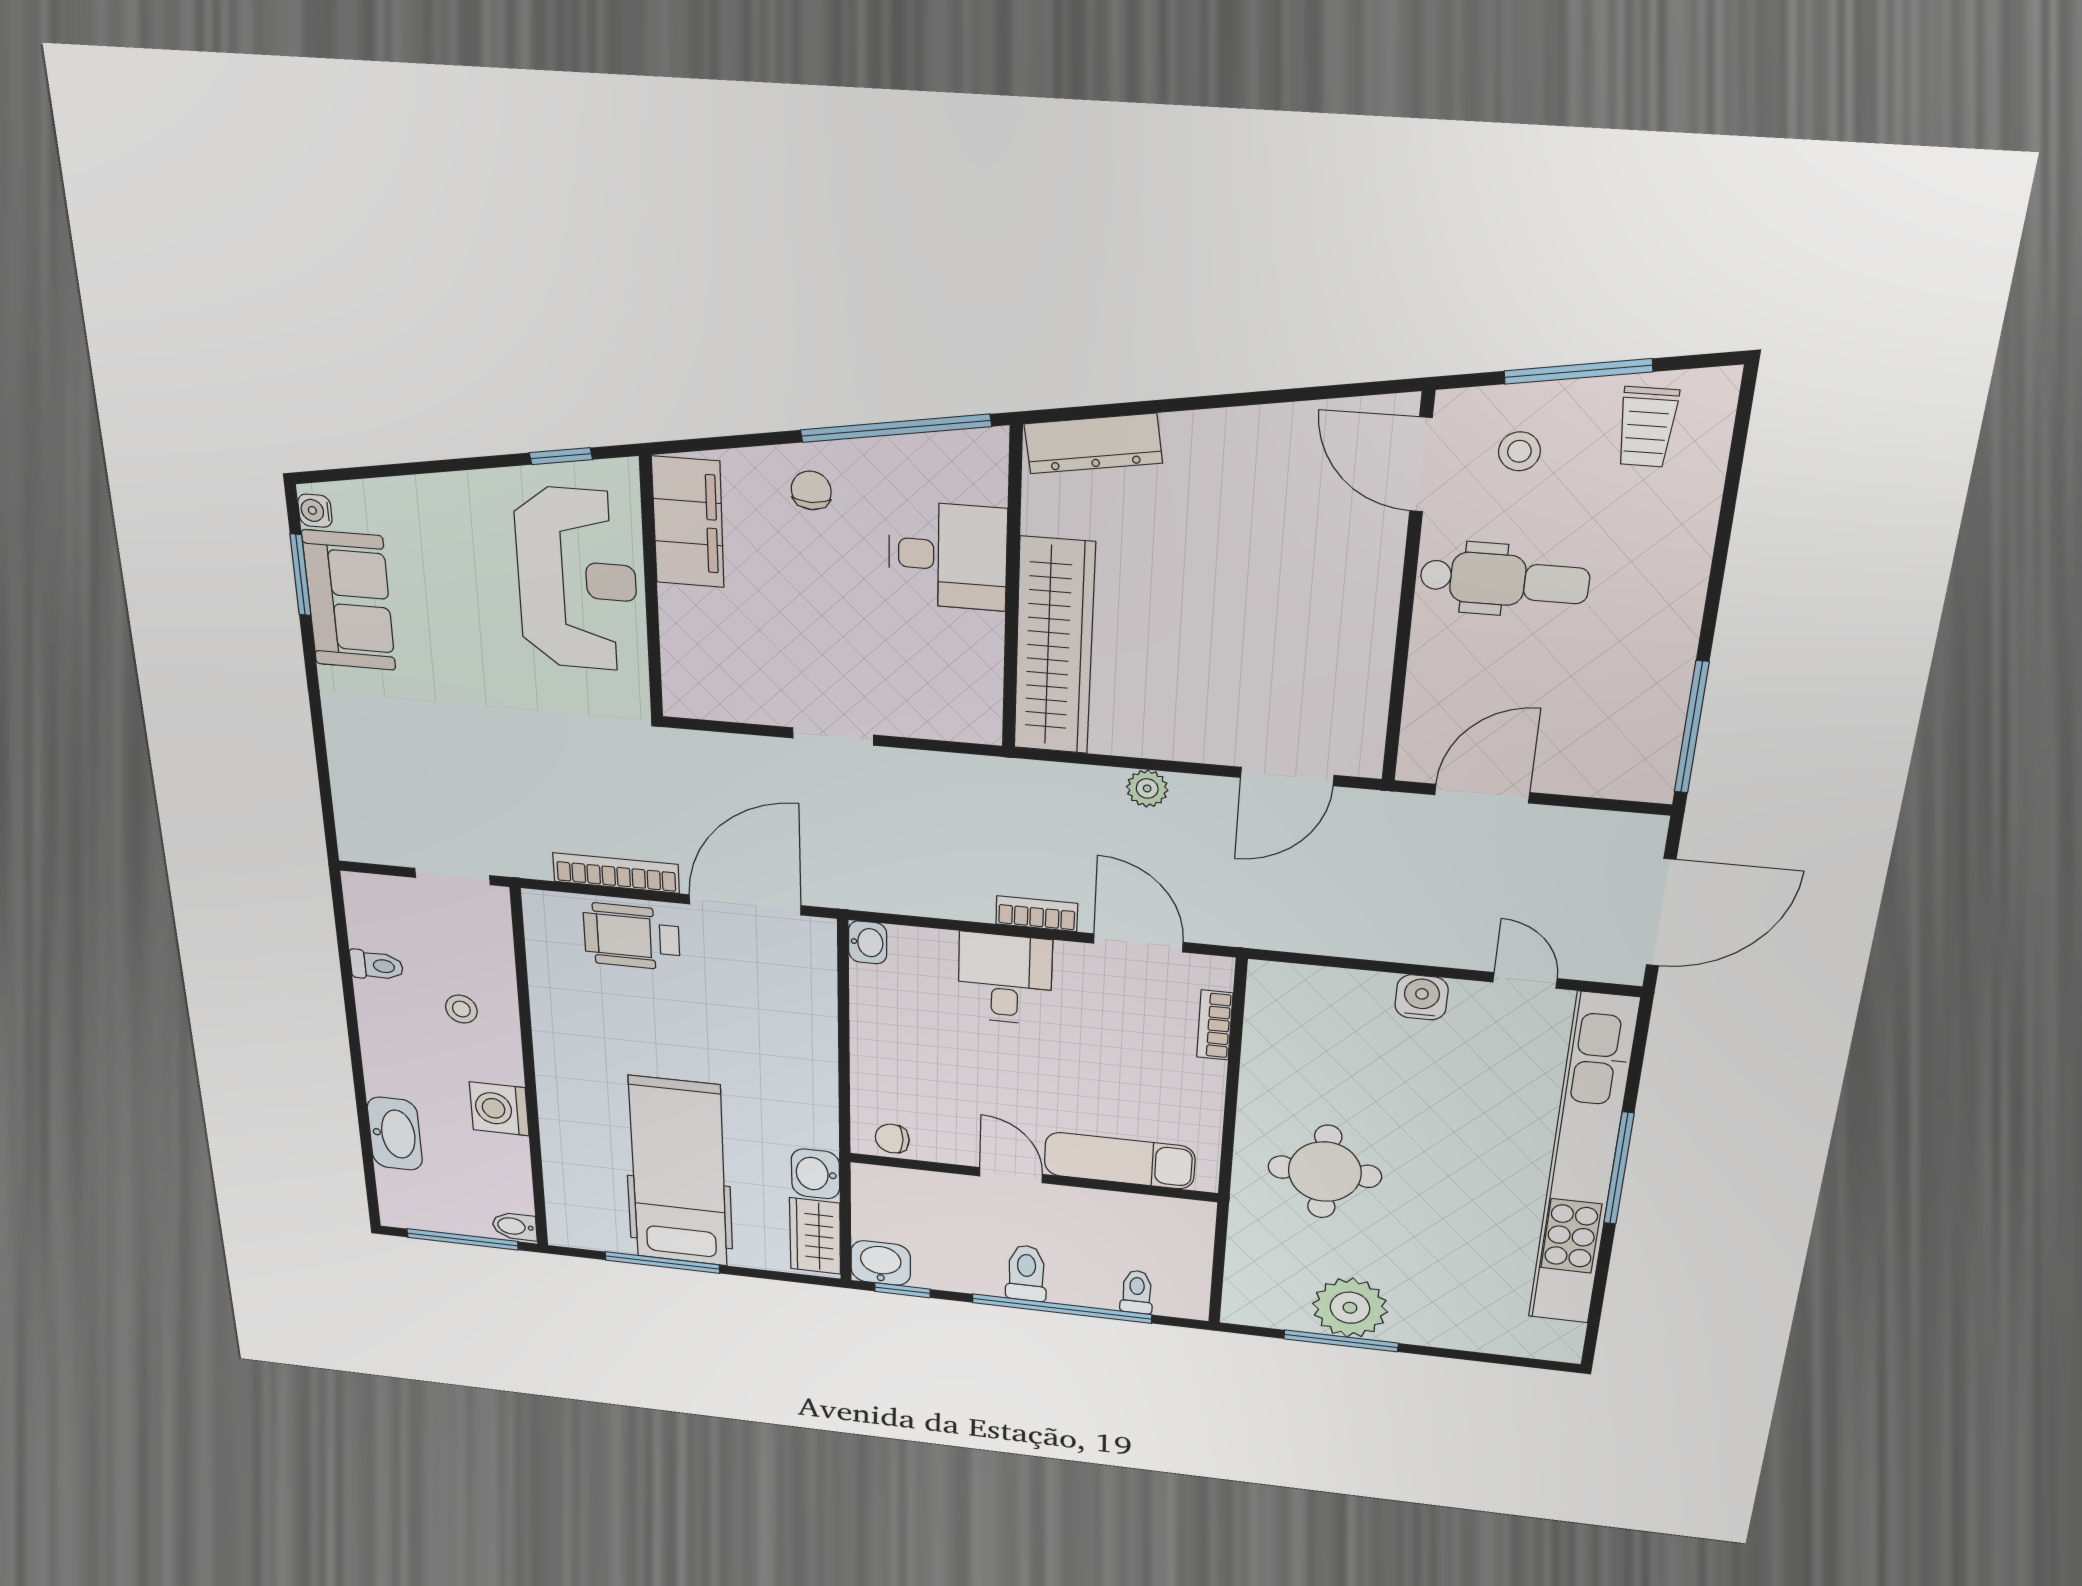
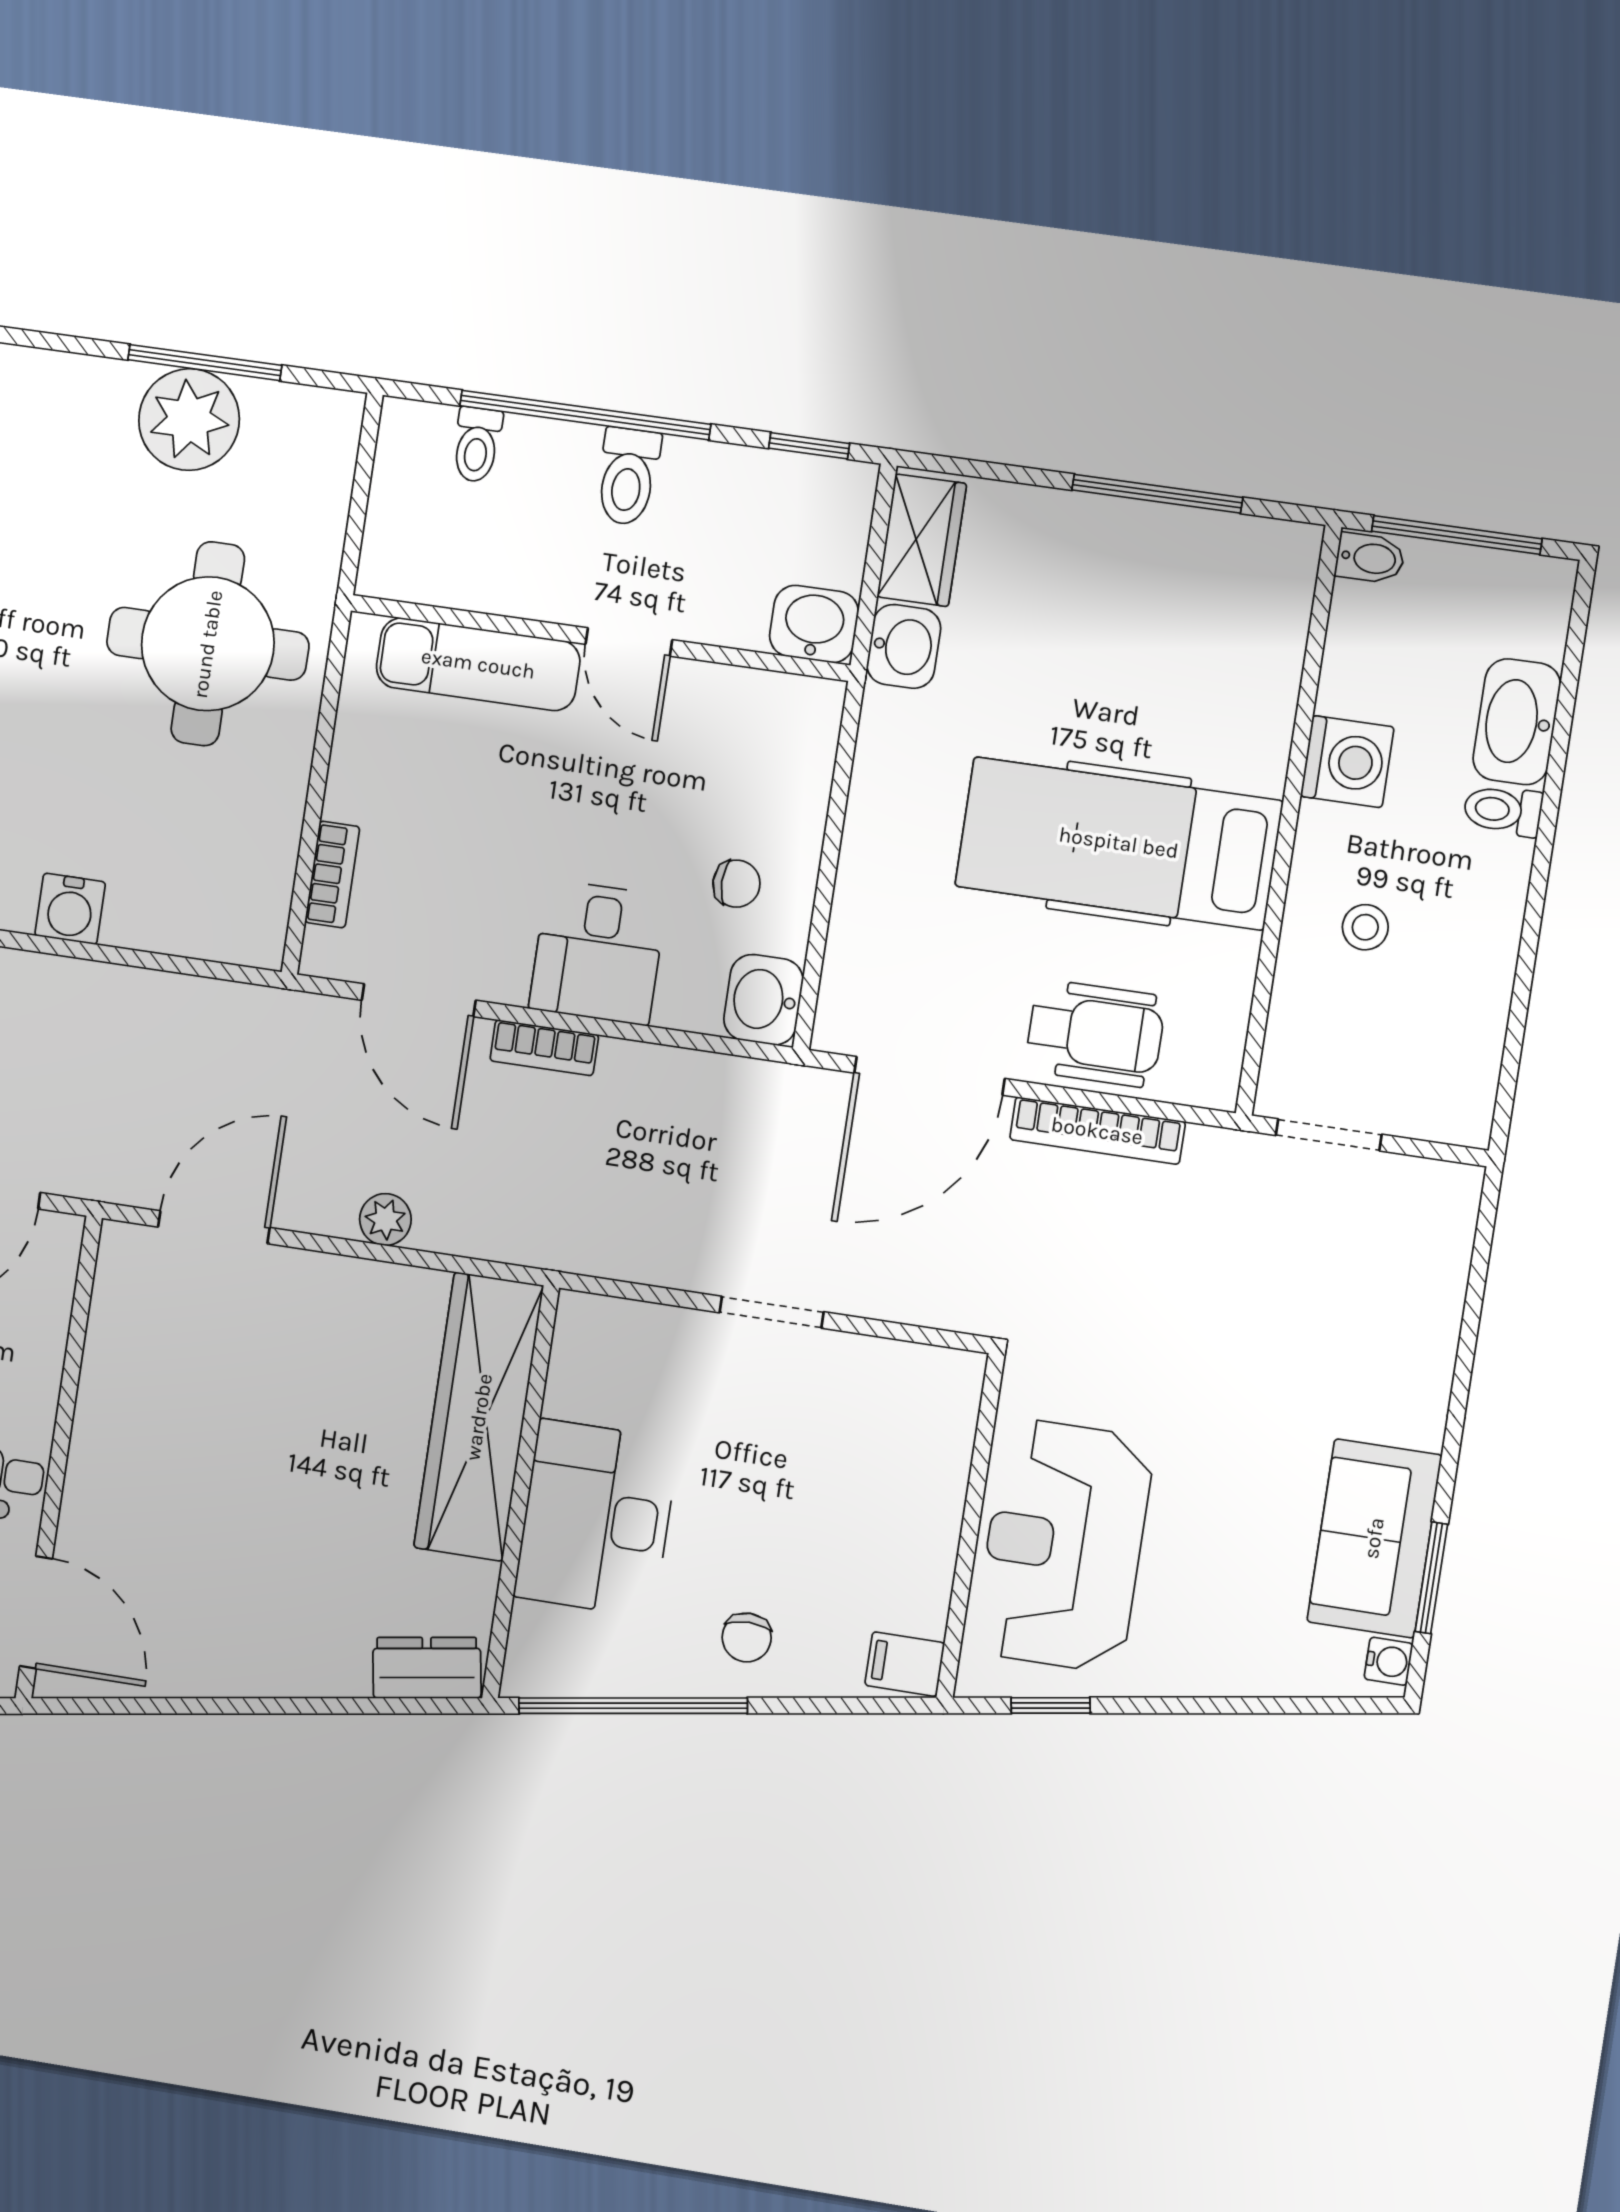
dresser: (1093, 444) -> (427, 1668), width x0.70
filing cabinet: (688, 522) -> (905, 1664), width x0.33, depth x0.86
desk: (948, 556) -> (596, 1518), width x1.37
washbasin: (868, 942) -> (763, 1000), width x1.38, depth x1.45
toilet: (377, 965) -> (1503, 810), moved
chair: (892, 1139) -> (736, 884), moved
hospital bed: (678, 1172) -> (1119, 843), moved, turned 90
round table: (1325, 1172) -> (208, 644), width x1.36, depth x1.36
washbasin: (881, 1263) -> (814, 624), moved, turned 180

